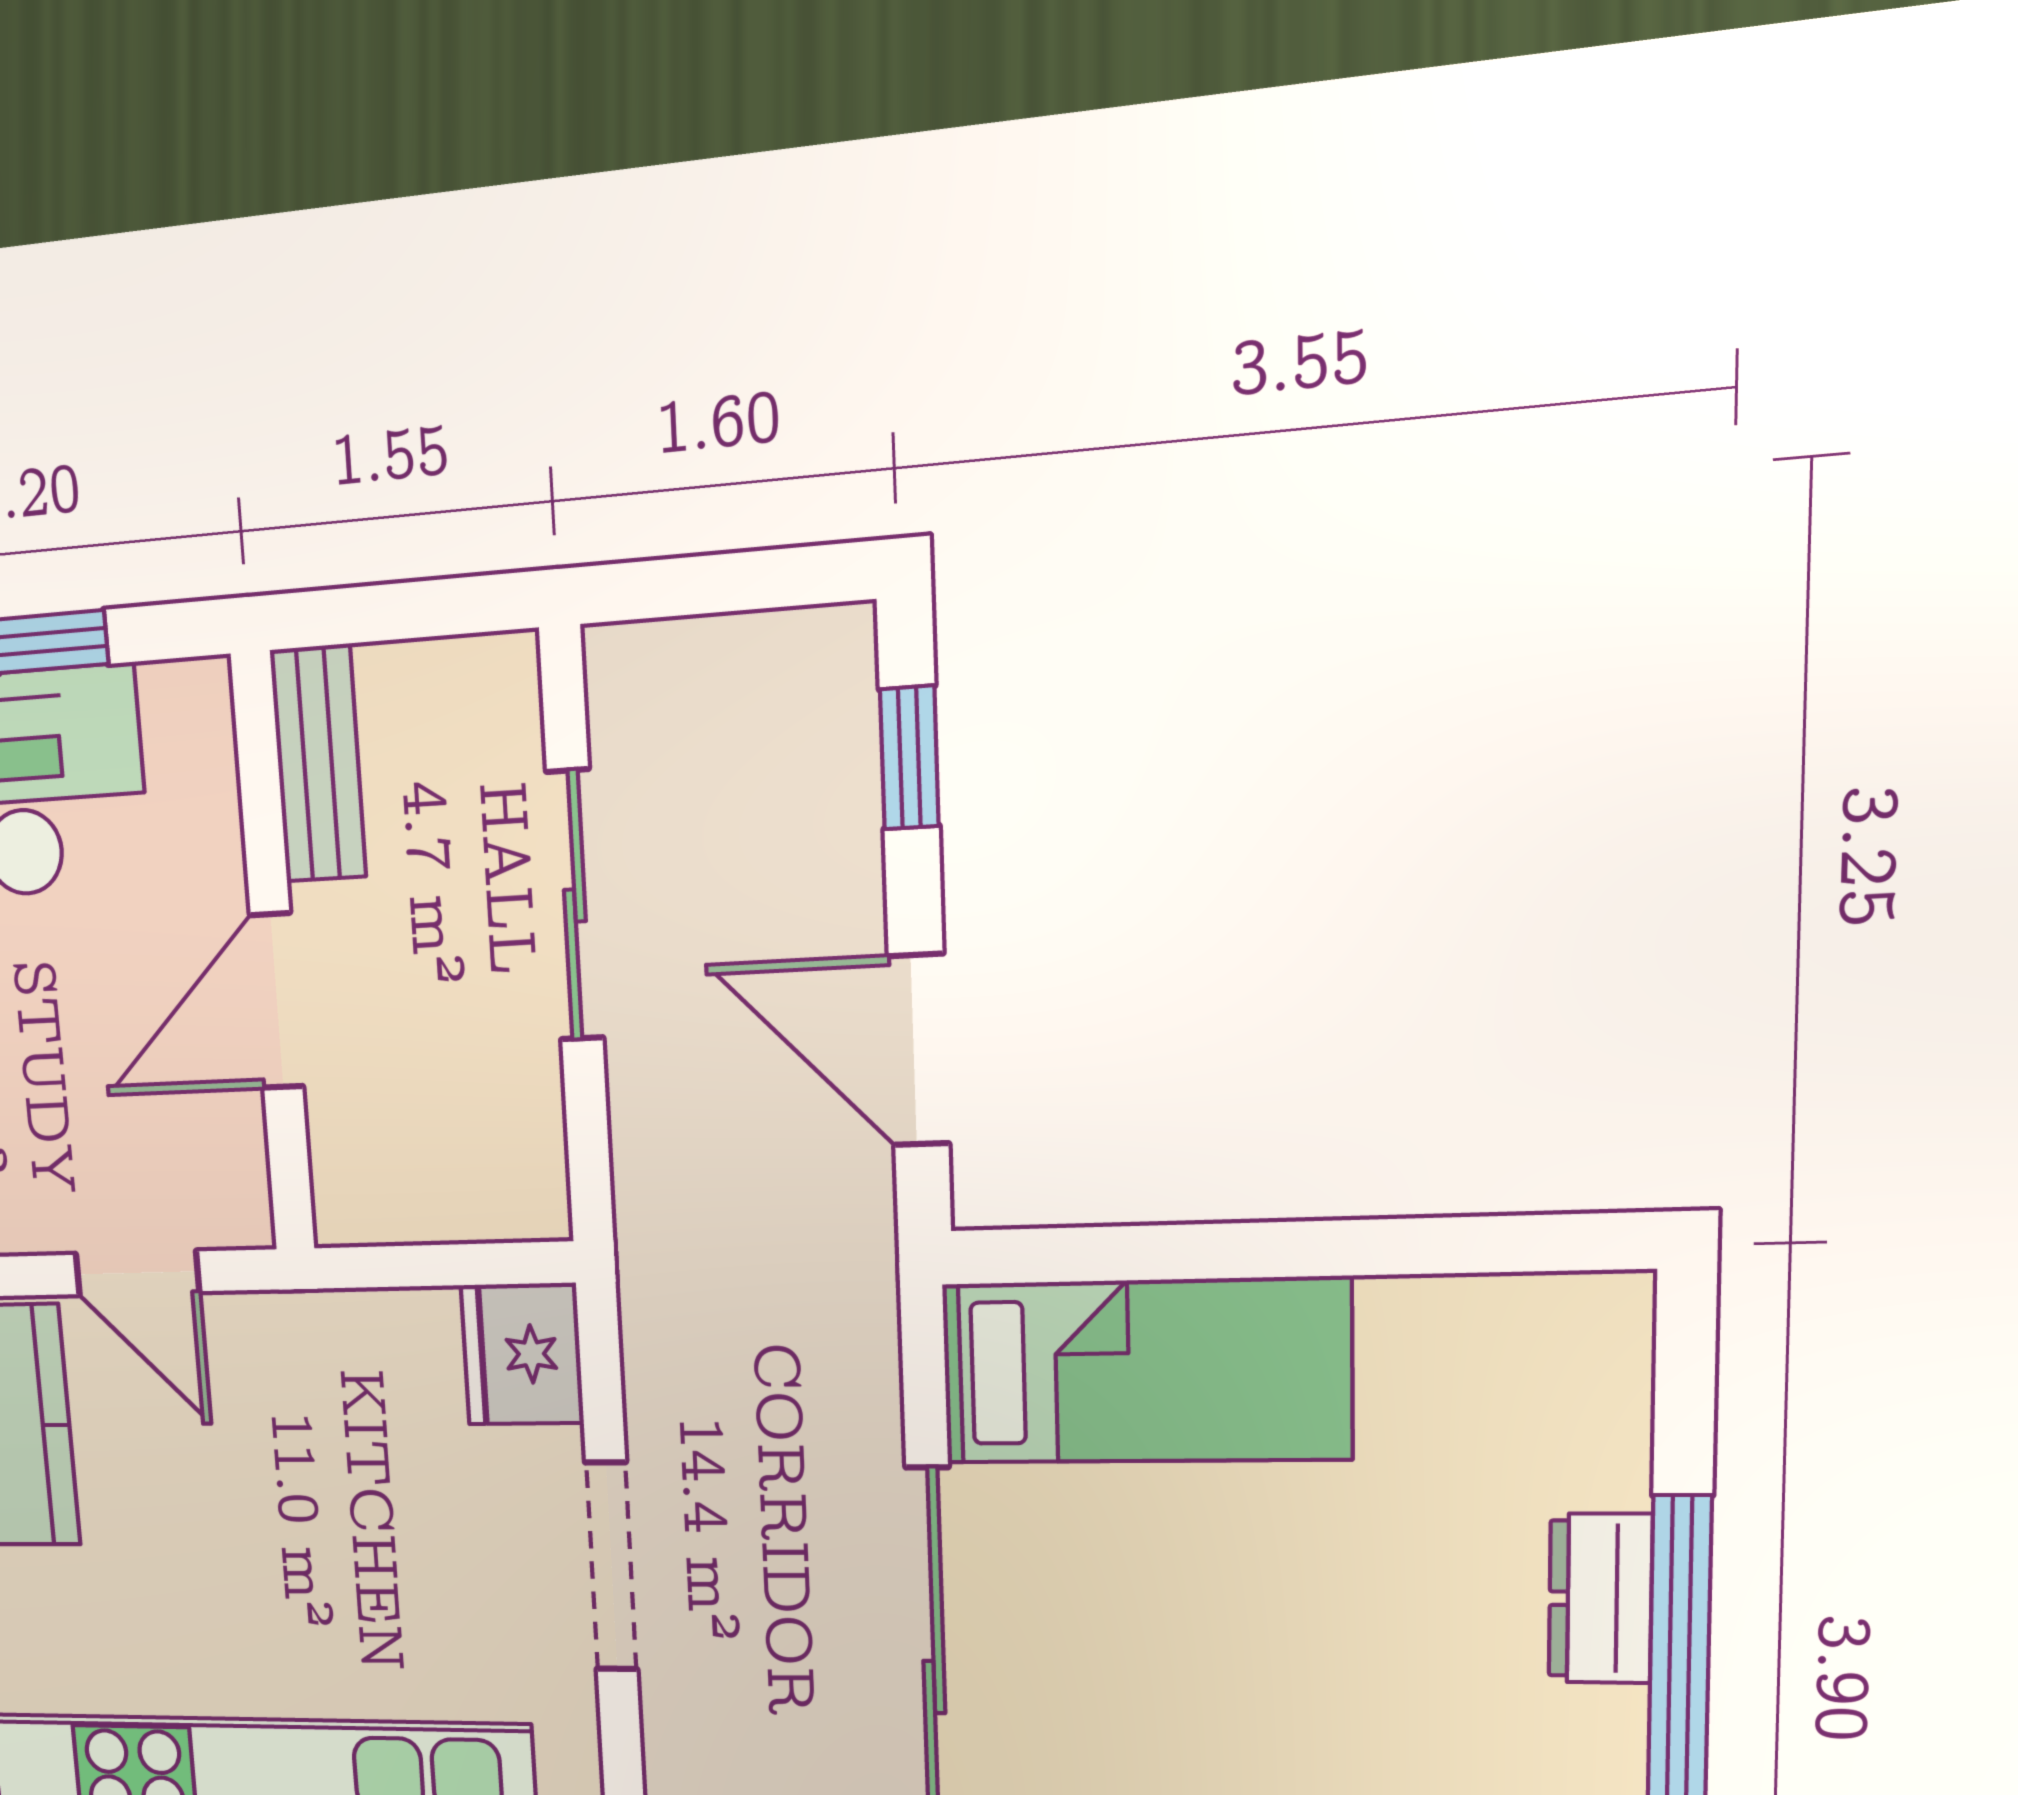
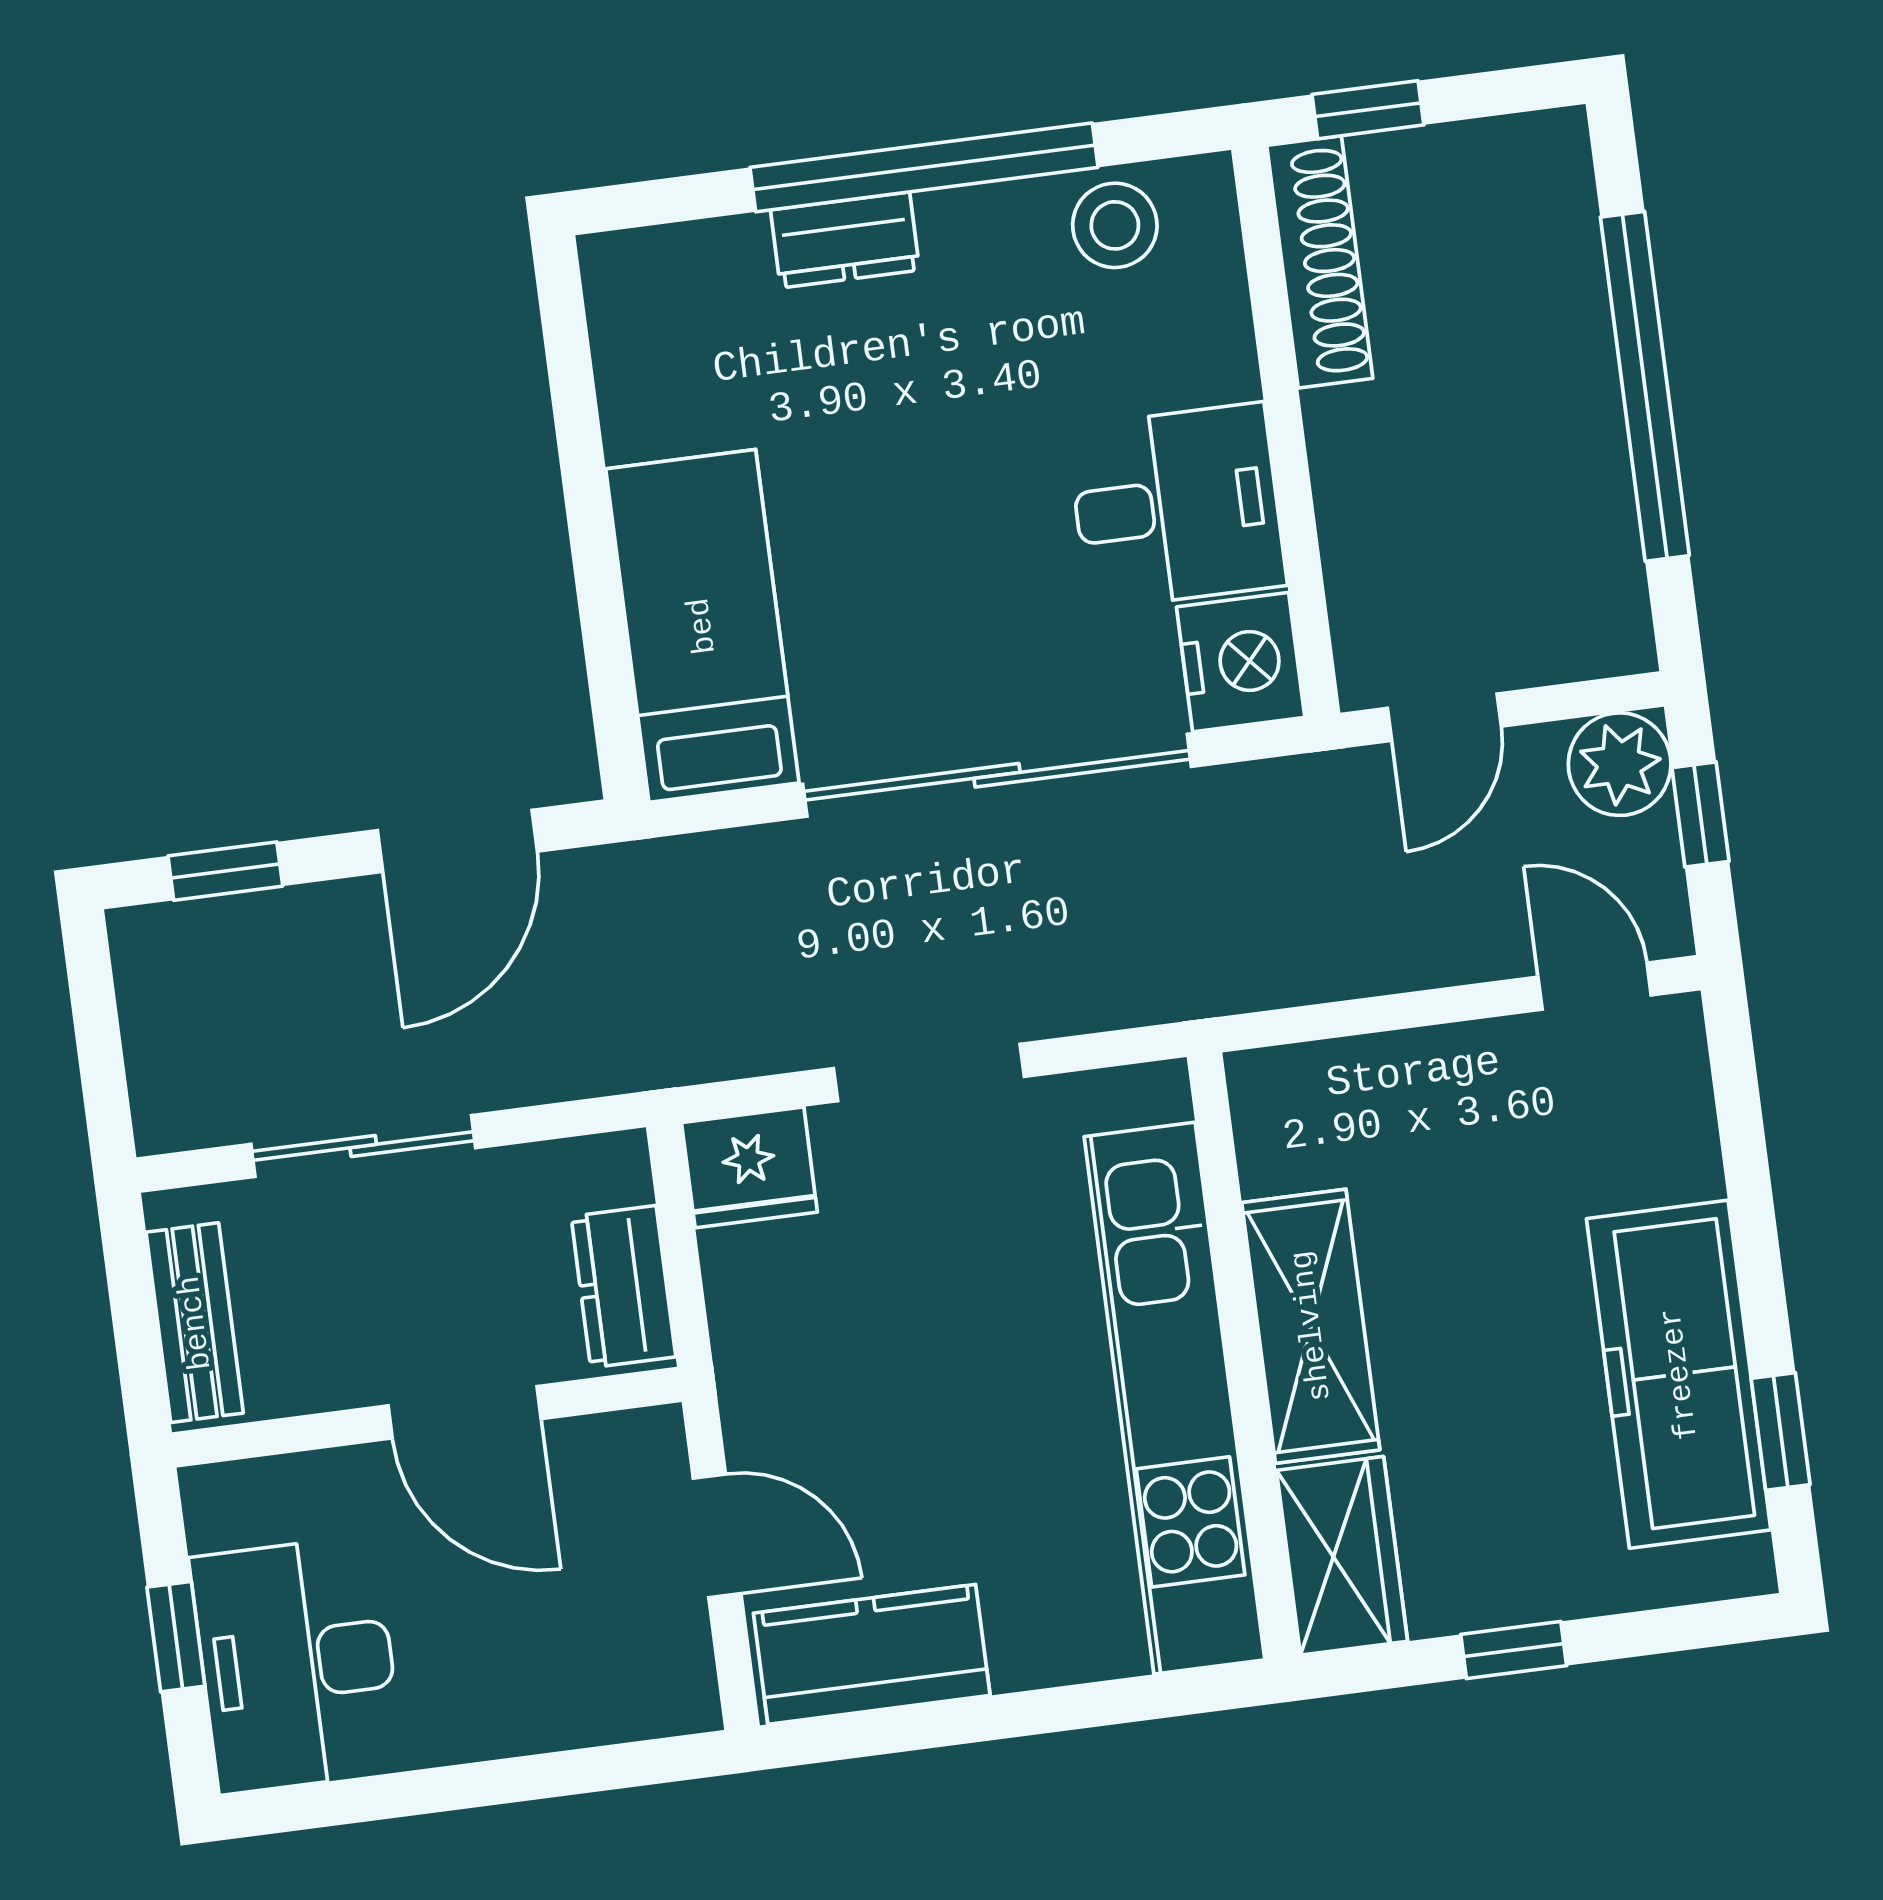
bench: (318, 764) -> (195, 1323), moved, turned 90
dresser: (402, 1197) -> (623, 1287), added
door: (137, 1273) -> (717, 1536), hinge flipped

